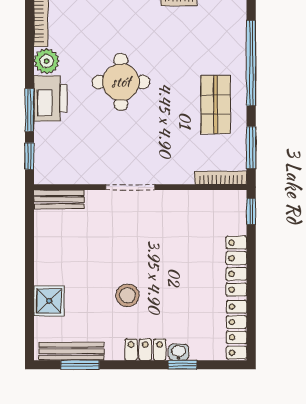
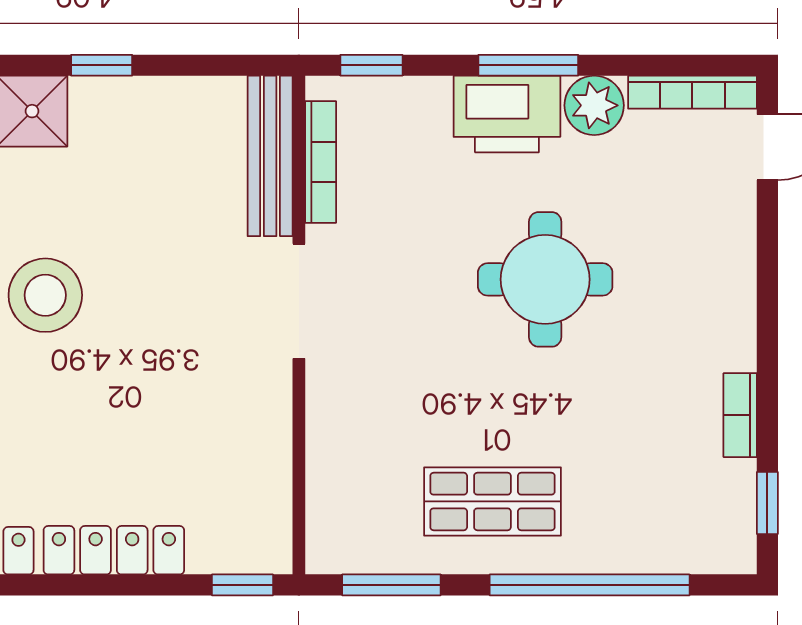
window: (29, 110) -> (528, 65), moved
bookcase: (221, 178) -> (321, 162), moved
bench: (59, 199) -> (270, 156), width x1.36
window: (29, 271) -> (102, 65), added
stool: (128, 295) -> (45, 295), width x1.38, depth x1.38

